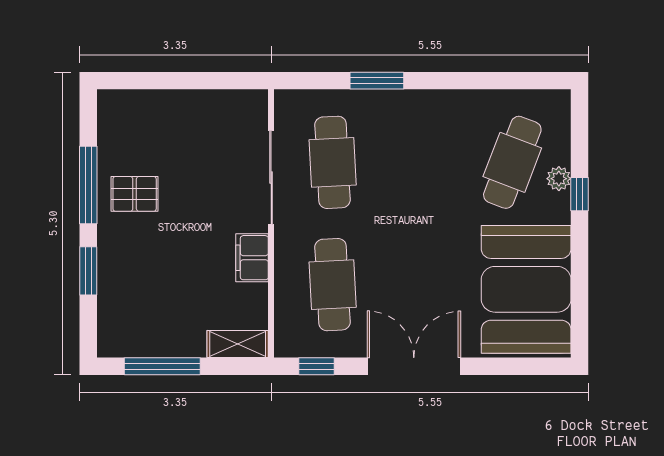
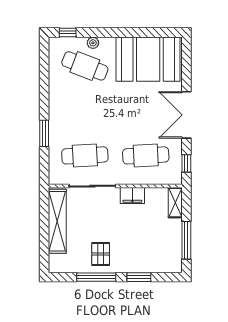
shelving: (200, 107) -> (57, 221), added
window: (580, 194) -> (68, 33), moved

